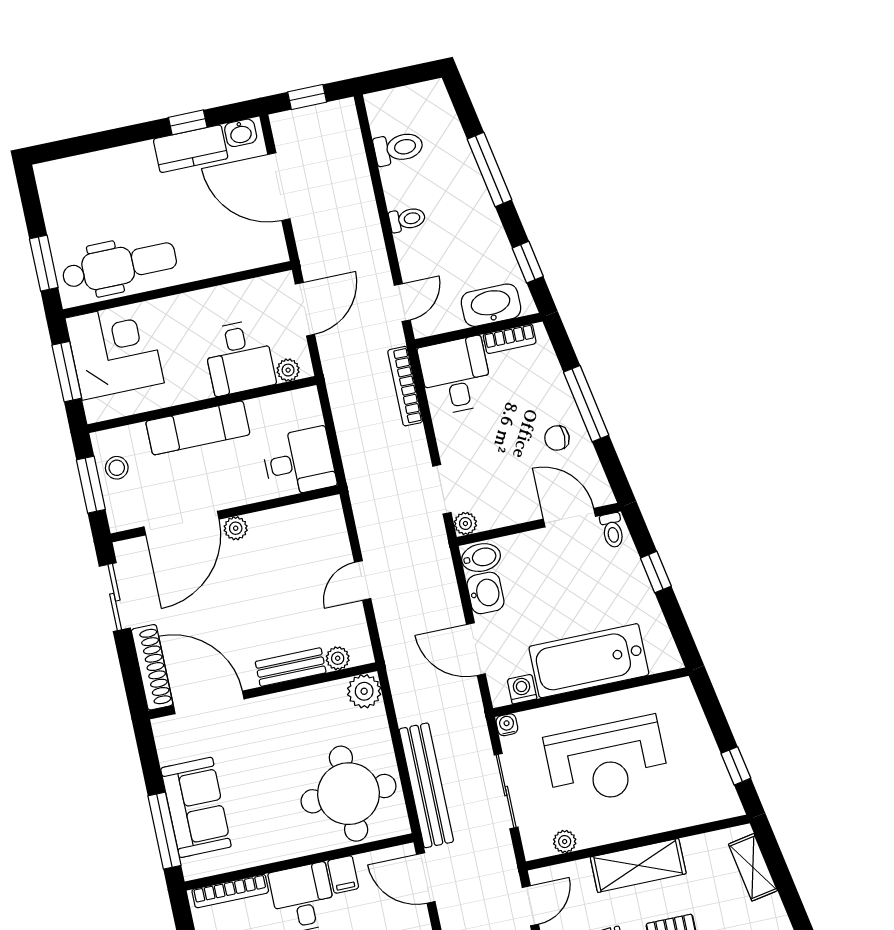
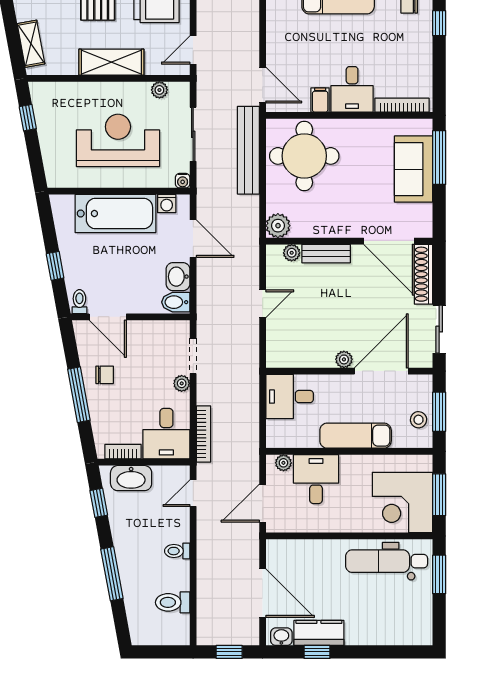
plant: (465, 524) -> (182, 383), moved

